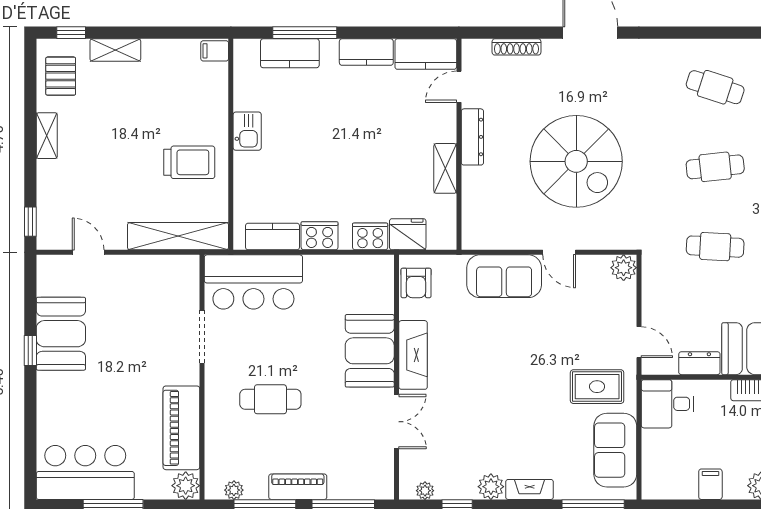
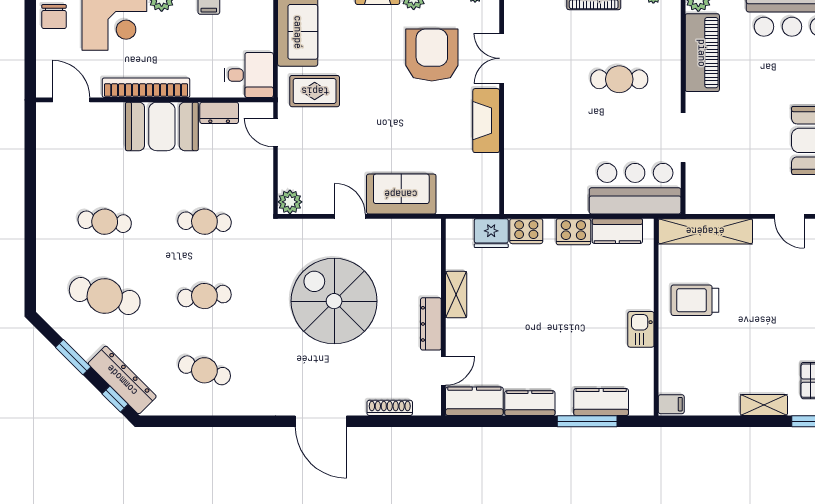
armchair: (416, 283) -> (432, 55), moved, width x1.88, depth x1.88
booth: (370, 351) -> (527, 124), removed

